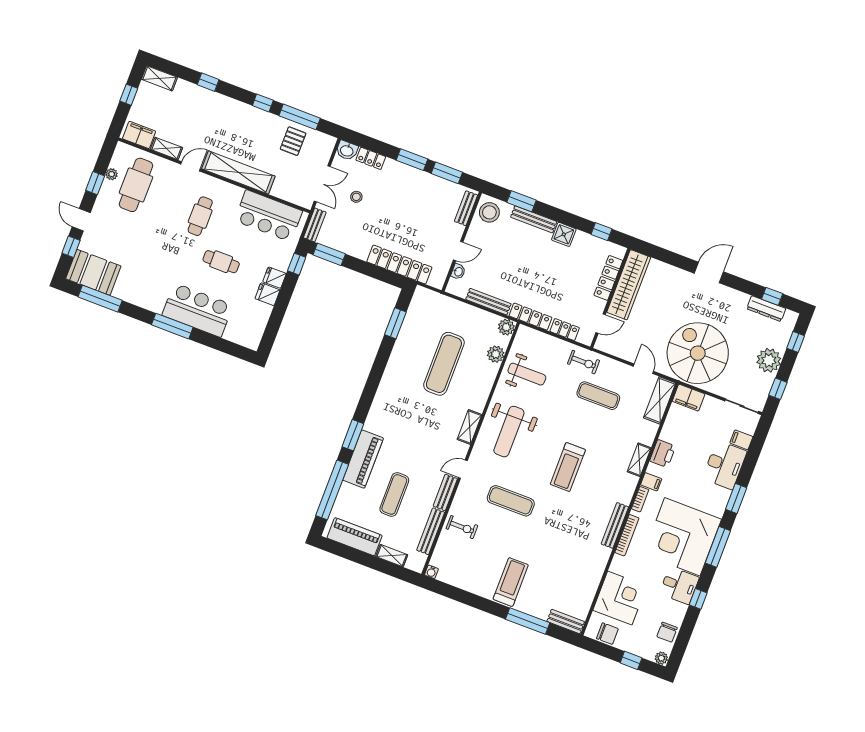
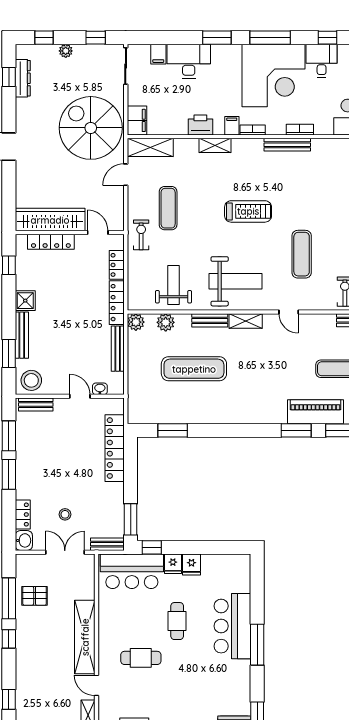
bar counter: (268, 216) -> (132, 571), moved, turned 90
spiral stairs: (698, 353) -> (91, 128), turned 90
plant: (769, 360) -> (66, 51), width x0.53, depth x0.53
bench: (445, 492) -> (210, 320), moved
bookcase: (627, 535) -> (300, 130), width x0.64

